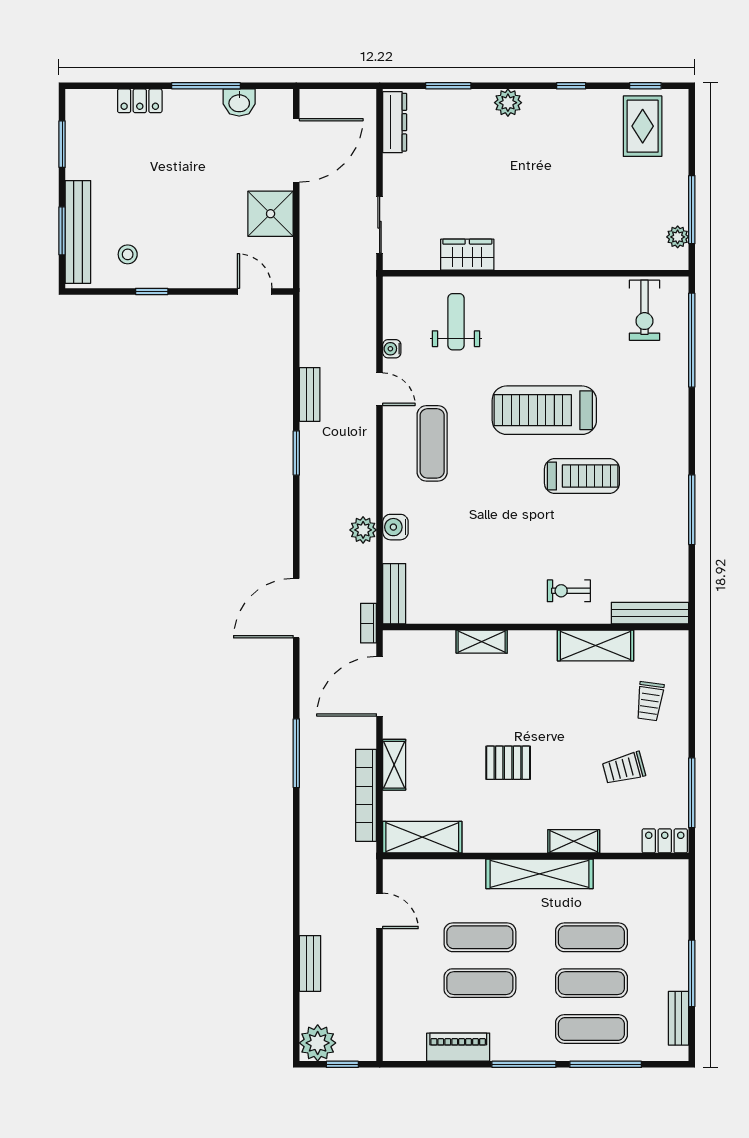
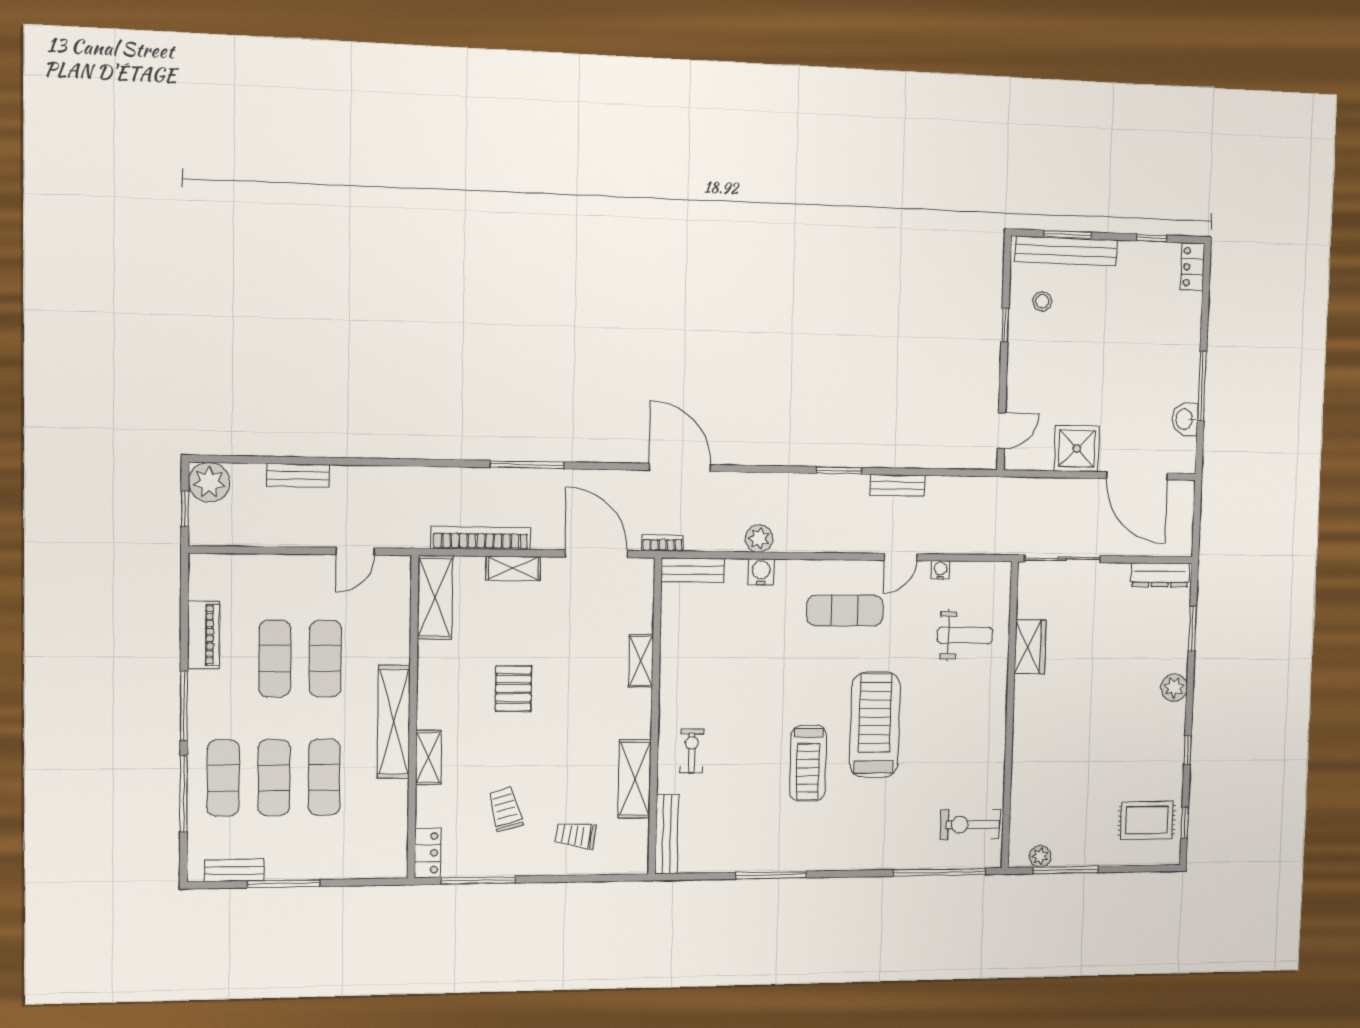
locker: (140, 101) -> (1192, 267), moved
window: (62, 144) -> (1152, 238), width x0.67
sliding door: (380, 225) -> (1062, 559), width x1.37

